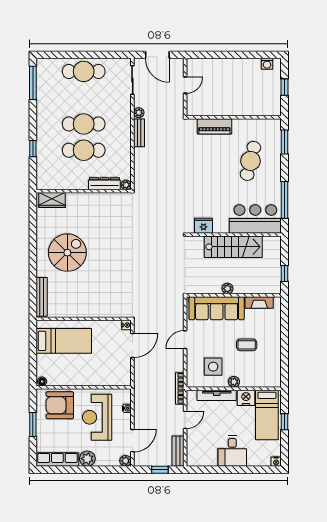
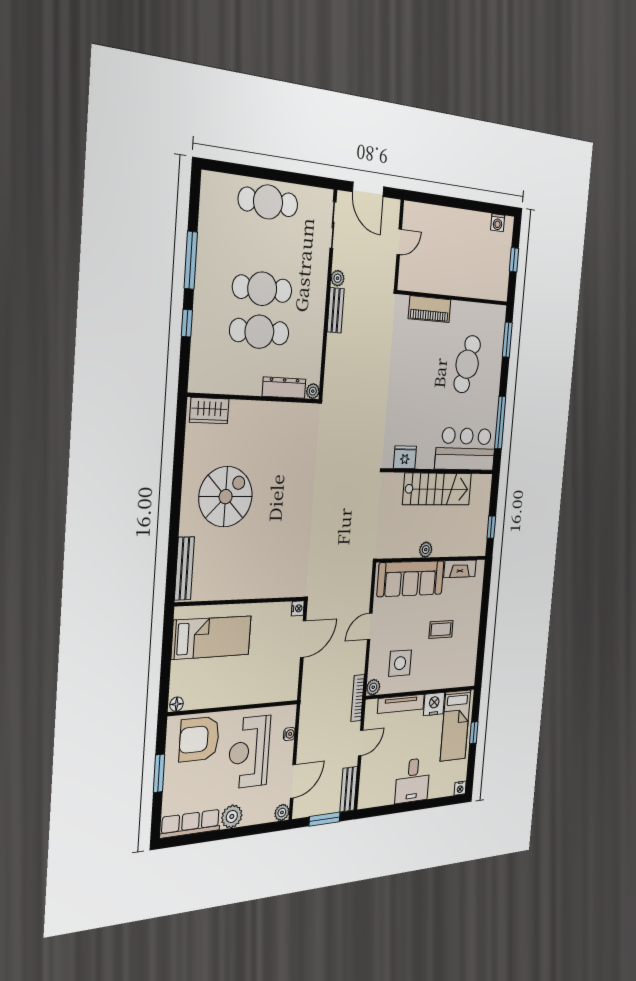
window: (33, 83) -> (191, 260), moved
plant: (234, 382) -> (373, 687), moved
window: (160, 470) -> (325, 819), width x1.50

